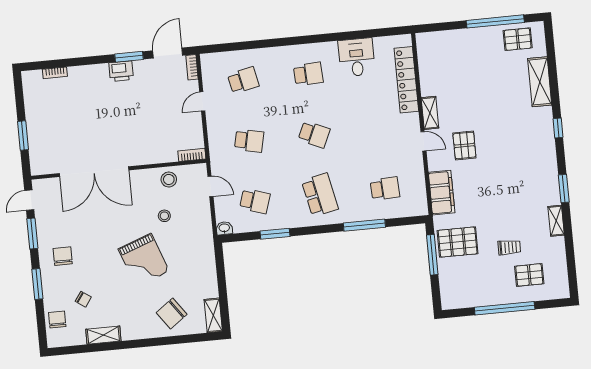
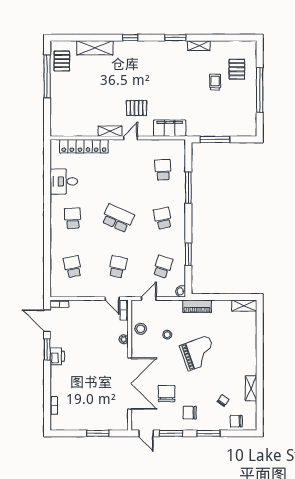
door: (202, 101) -> (112, 299), moved
school desk: (314, 134) -> (118, 218), width x1.85
plant: (153, 158) -> (124, 339), added
school desk: (320, 195) -> (163, 218), width x0.54
pallet: (458, 242) -> (207, 120), removed
piano: (206, 252) -> (197, 306), added
chair: (172, 314) -> (167, 394), moved, turned -144

